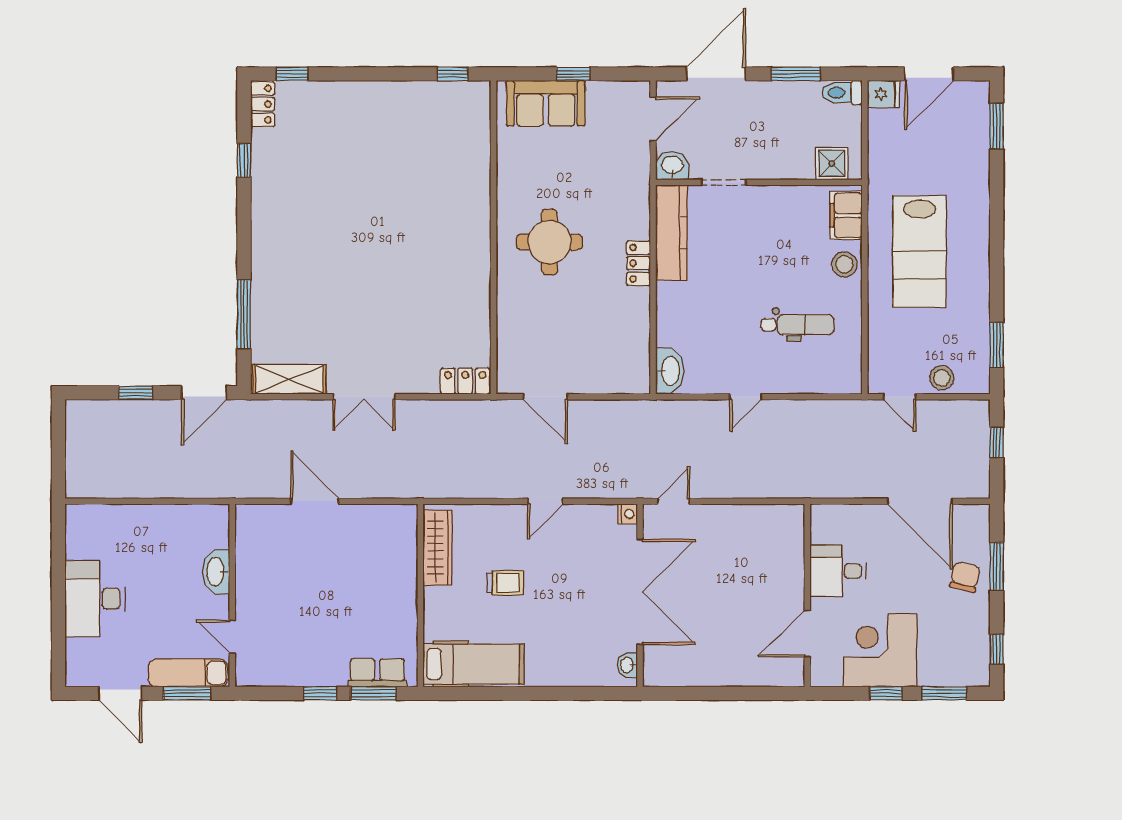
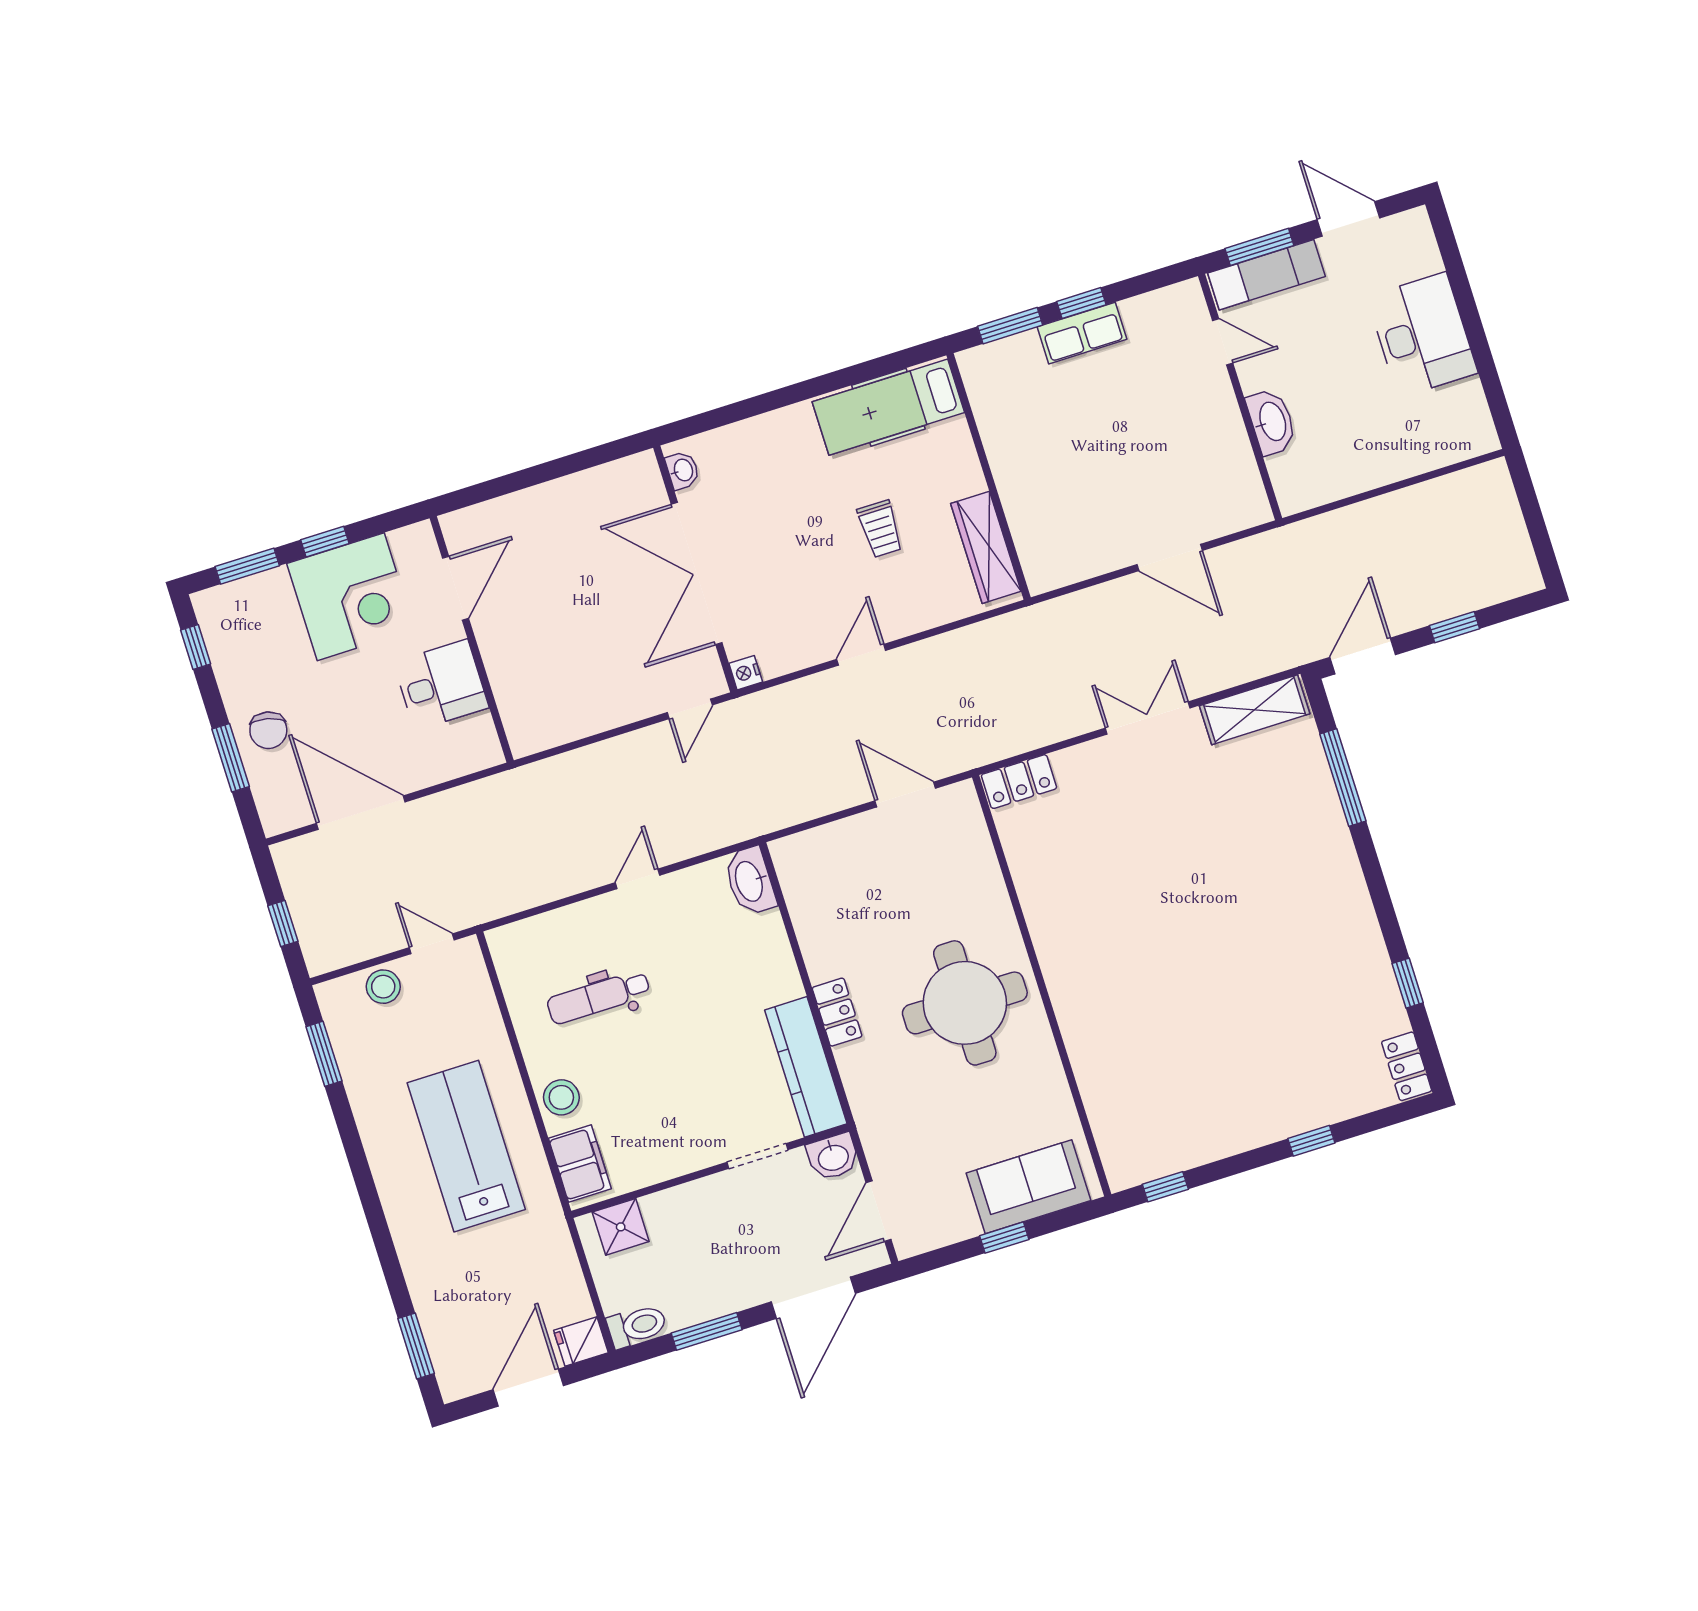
window: (292, 74) -> (1311, 1141), moved
round table: (550, 242) -> (965, 1003), width x1.36, depth x1.36
trolley: (505, 583) -> (880, 529), turned -90
row of seats: (377, 673) -> (1082, 333), moved

